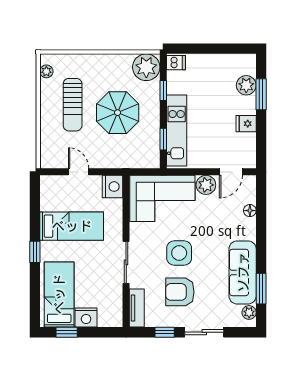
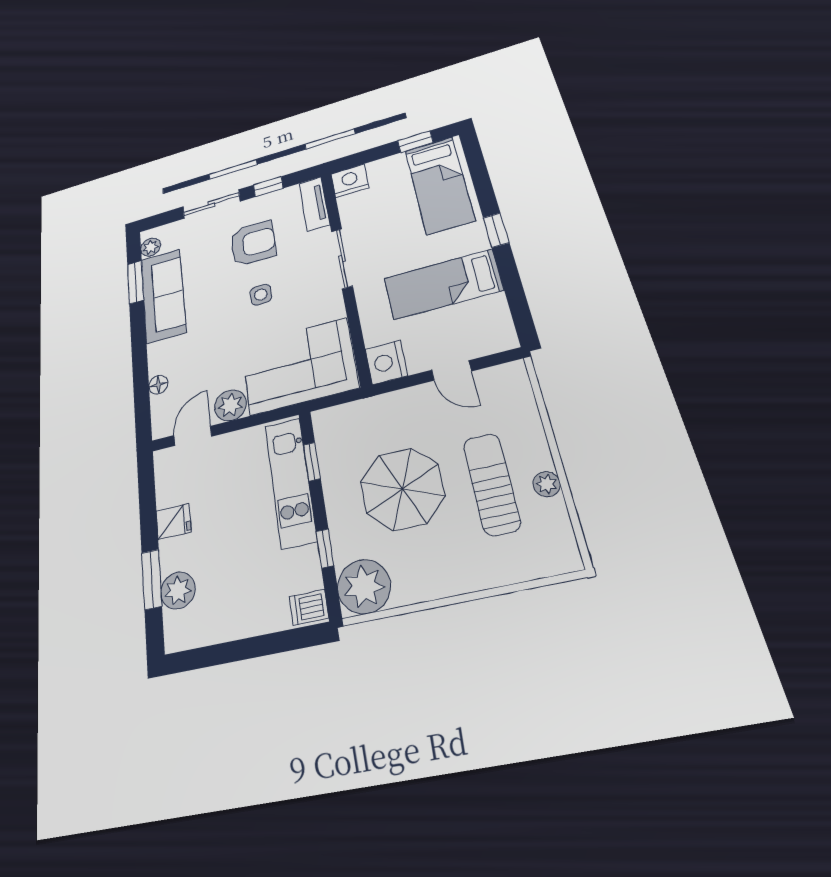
plant: (46, 71) -> (547, 484), moved
side table: (179, 253) -> (261, 295), width x0.54, depth x0.54
nightstand: (86, 317) -> (350, 181), moved

